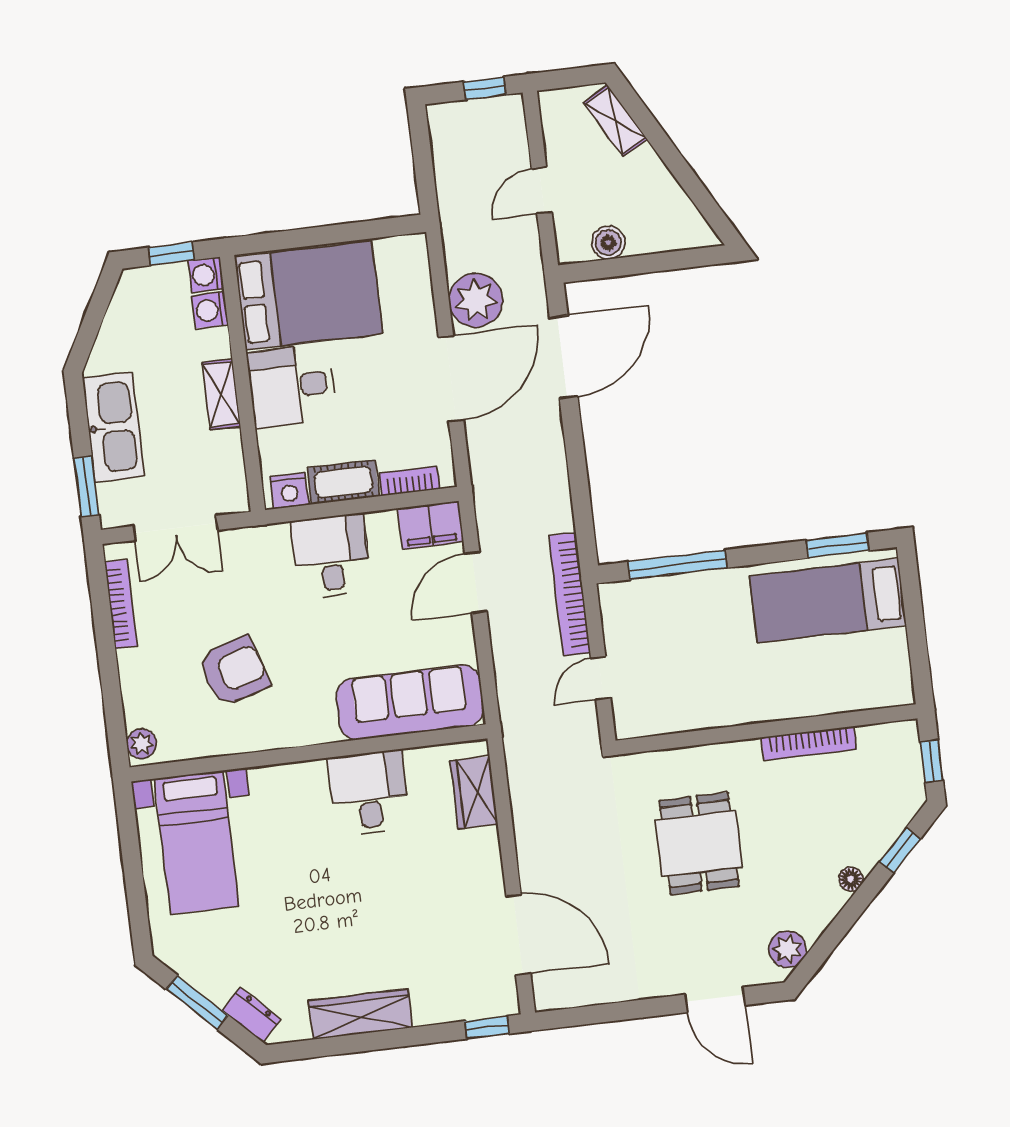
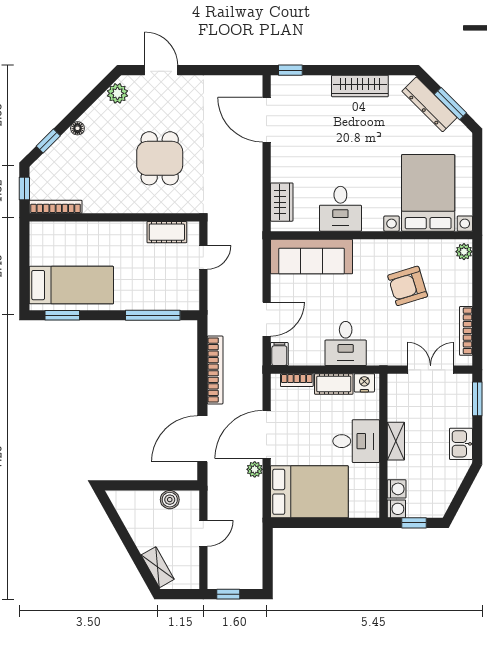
bed: (308, 295) -> (309, 492), moved, turned 180
plant: (476, 300) -> (255, 469), width x0.53, depth x0.53
kitchen sink: (114, 427) -> (461, 444), width x0.53, depth x0.81
filing cabinet: (430, 525) -> (279, 354), width x0.50
bookcase: (570, 594) -> (215, 370), moved
cot: (671, 715) -> (167, 232), added
bookcase: (809, 743) -> (56, 207), moved
bed with nightstands: (197, 842) -> (428, 193), width x1.36
dresser: (252, 1015) -> (429, 104), width x1.96, depth x1.24

